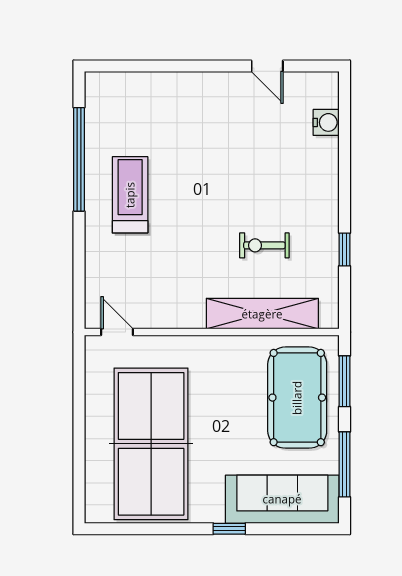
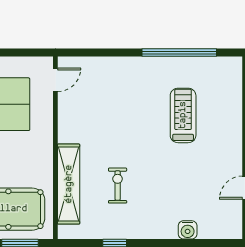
water cooler: (326, 122) -> (188, 230), moved
treadmill: (130, 195) -> (183, 115), moved, turned -90

